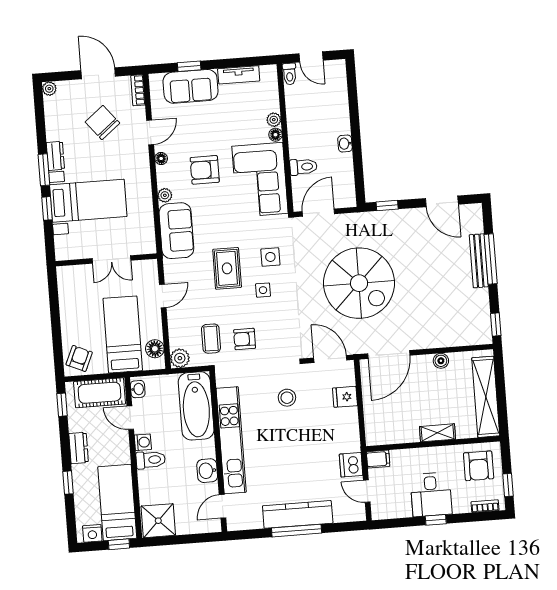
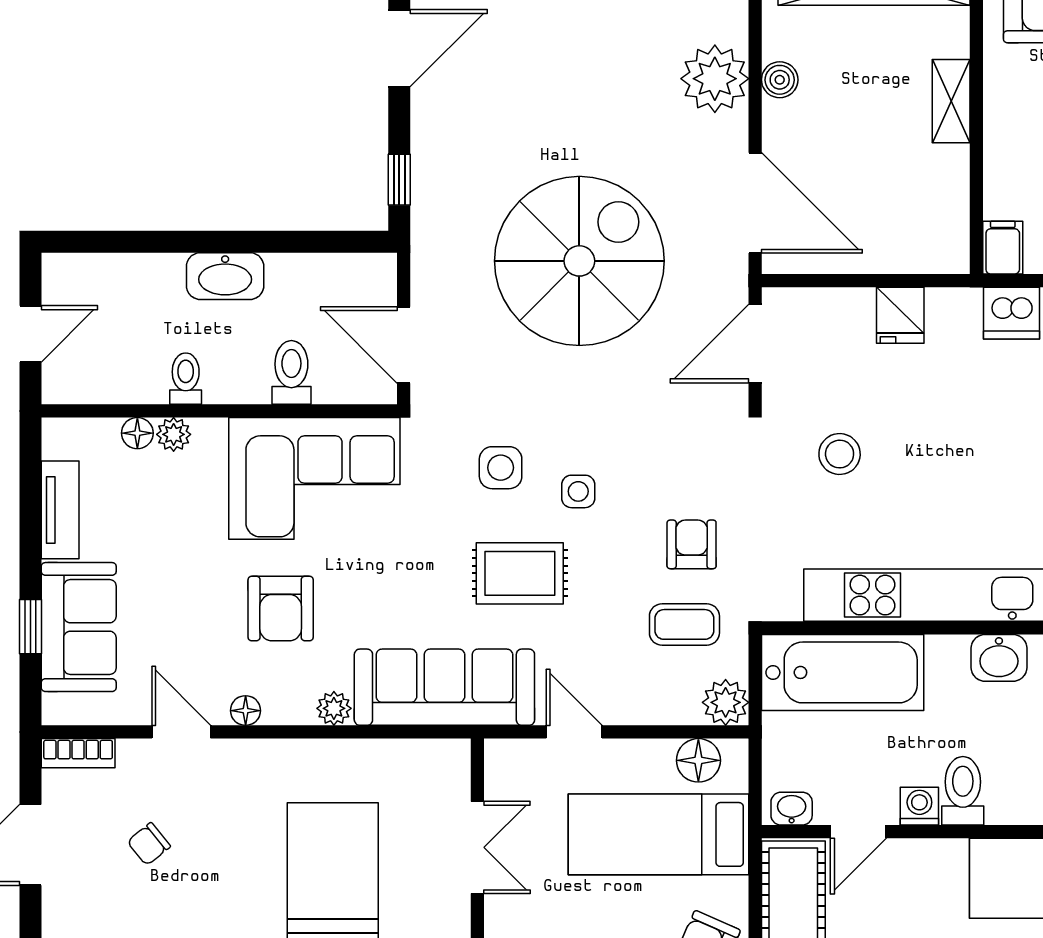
toilet: (289, 74) -> (186, 379), moved, turned -90
chair: (102, 122) -> (149, 844), width x0.54, depth x0.54
floor lamp: (275, 135) -> (137, 433), moved
washbasin: (345, 144) -> (225, 276), width x1.91, depth x1.45
sofa: (176, 231) -> (444, 687), width x1.36
plant: (439, 334) -> (715, 79), added
armchair: (245, 339) -> (692, 544), turned 180
fridge: (345, 397) -> (900, 315), moved

